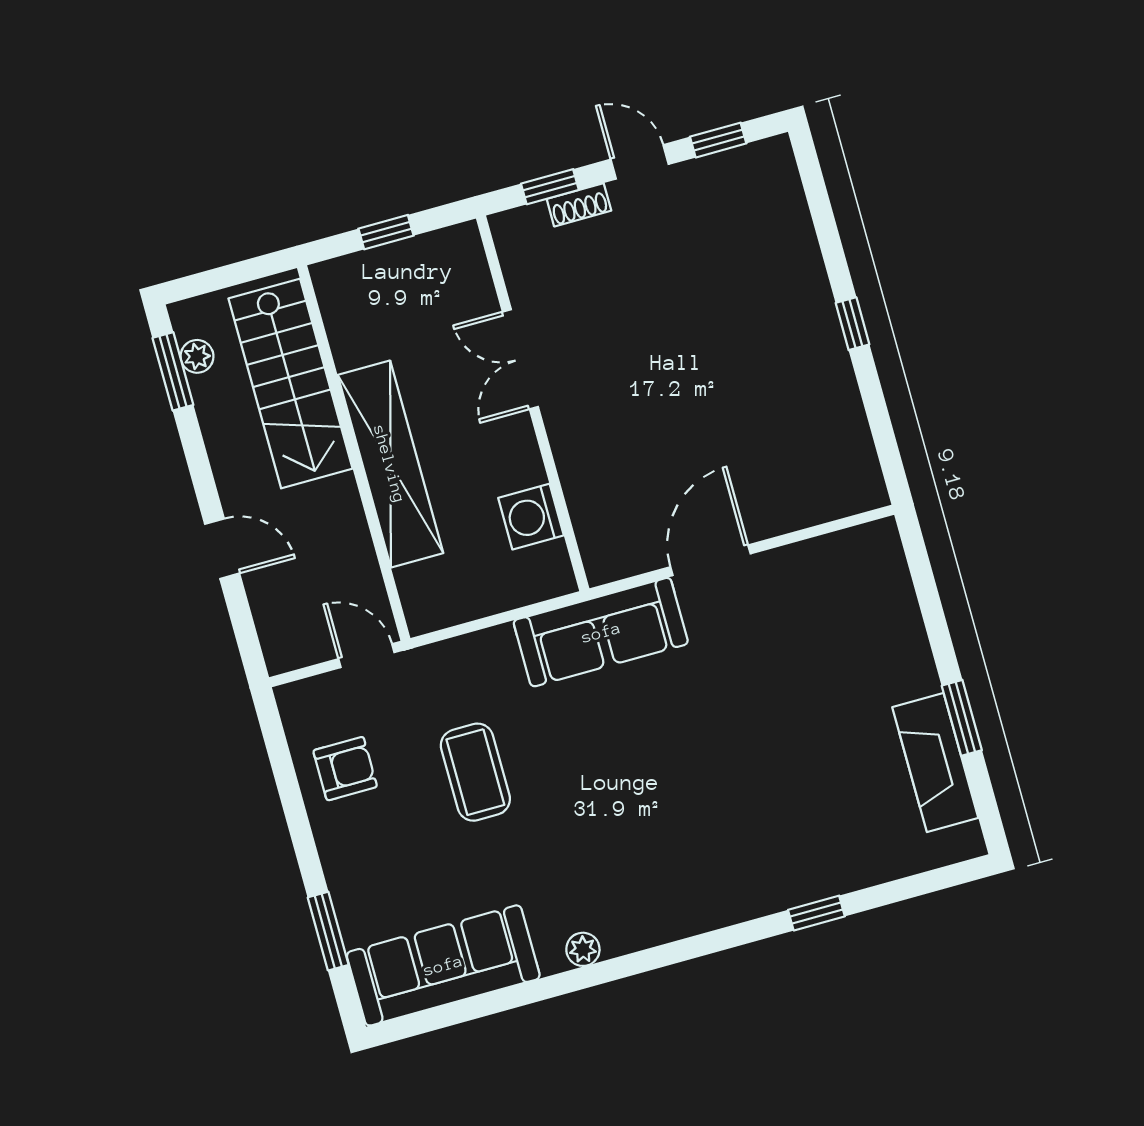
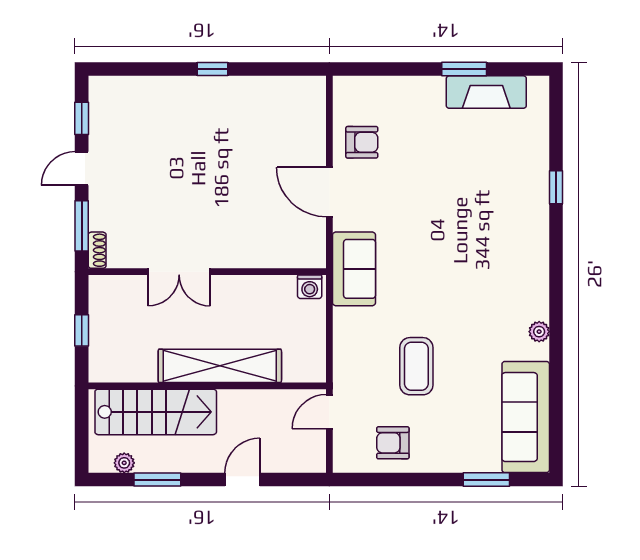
window: (550, 187) -> (82, 226), width x1.50
shoe rack: (579, 205) -> (97, 250), moved
window: (173, 371) -> (157, 480), moved
washing machine: (531, 517) -> (310, 287), moved, width x0.73, depth x0.73
armchair: (803, 589) -> (362, 142), added
sofa: (601, 632) -> (354, 269), width x0.73
armchair: (345, 769) -> (393, 443), turned -90
coffee table: (475, 772) -> (416, 366), turned 90

